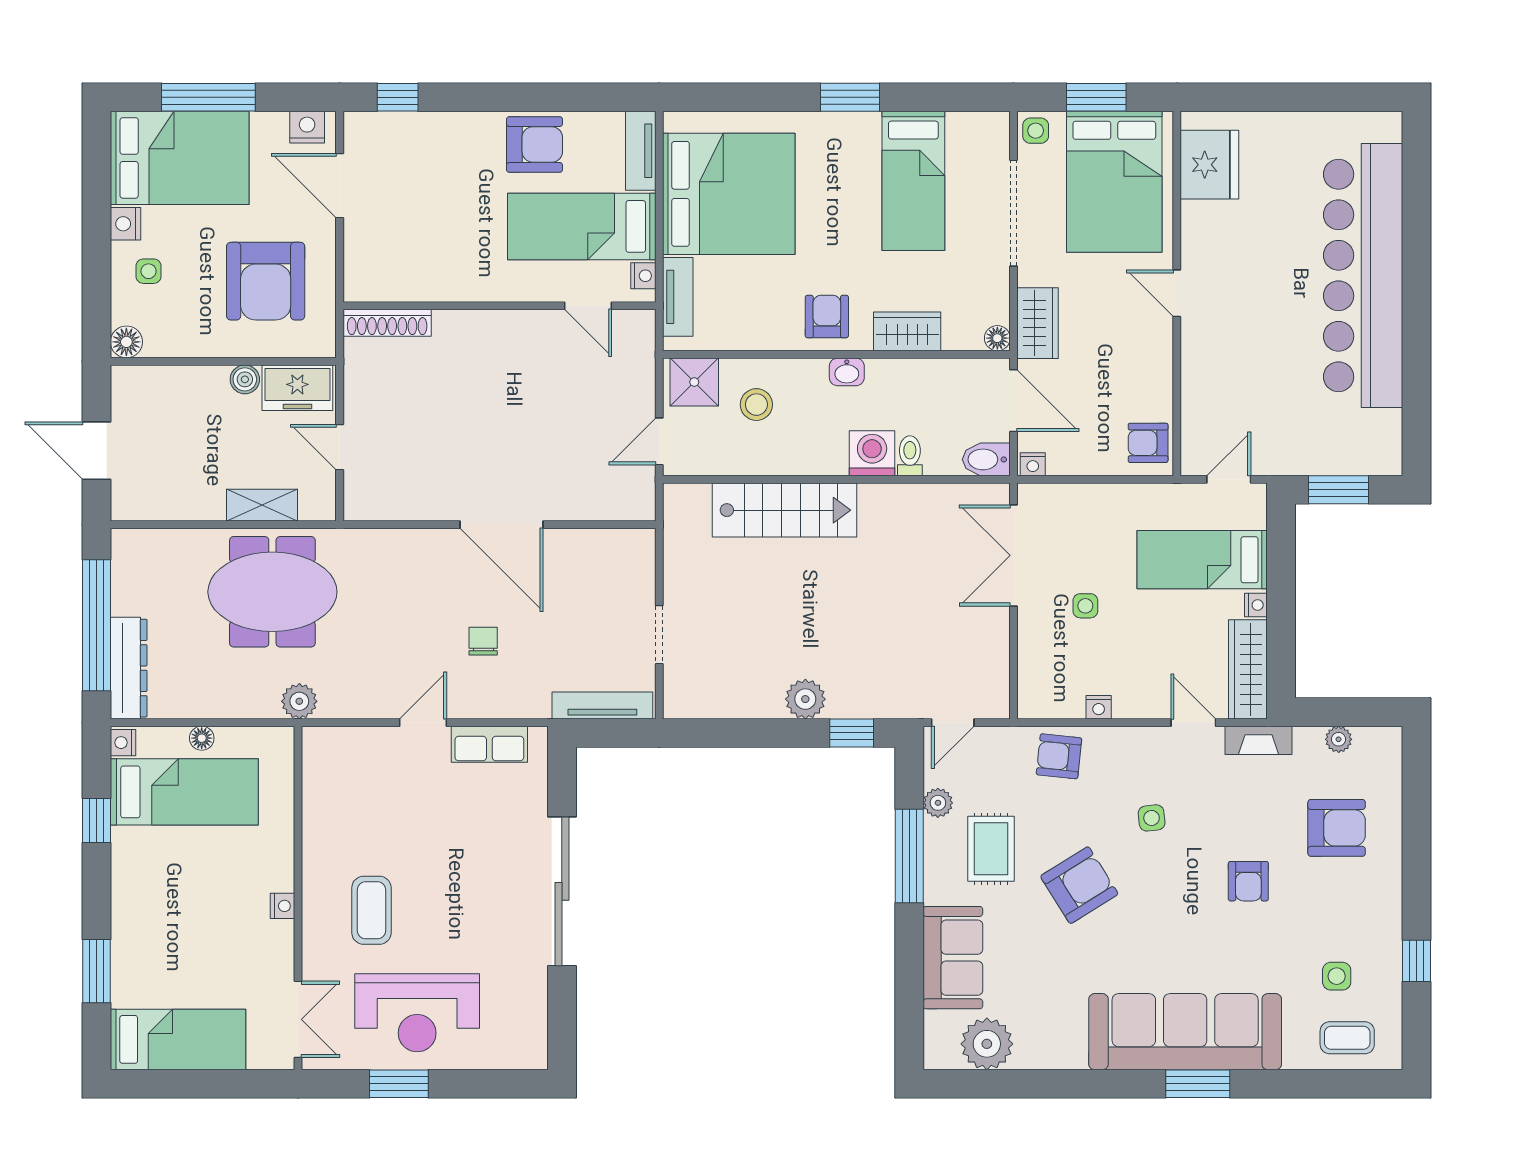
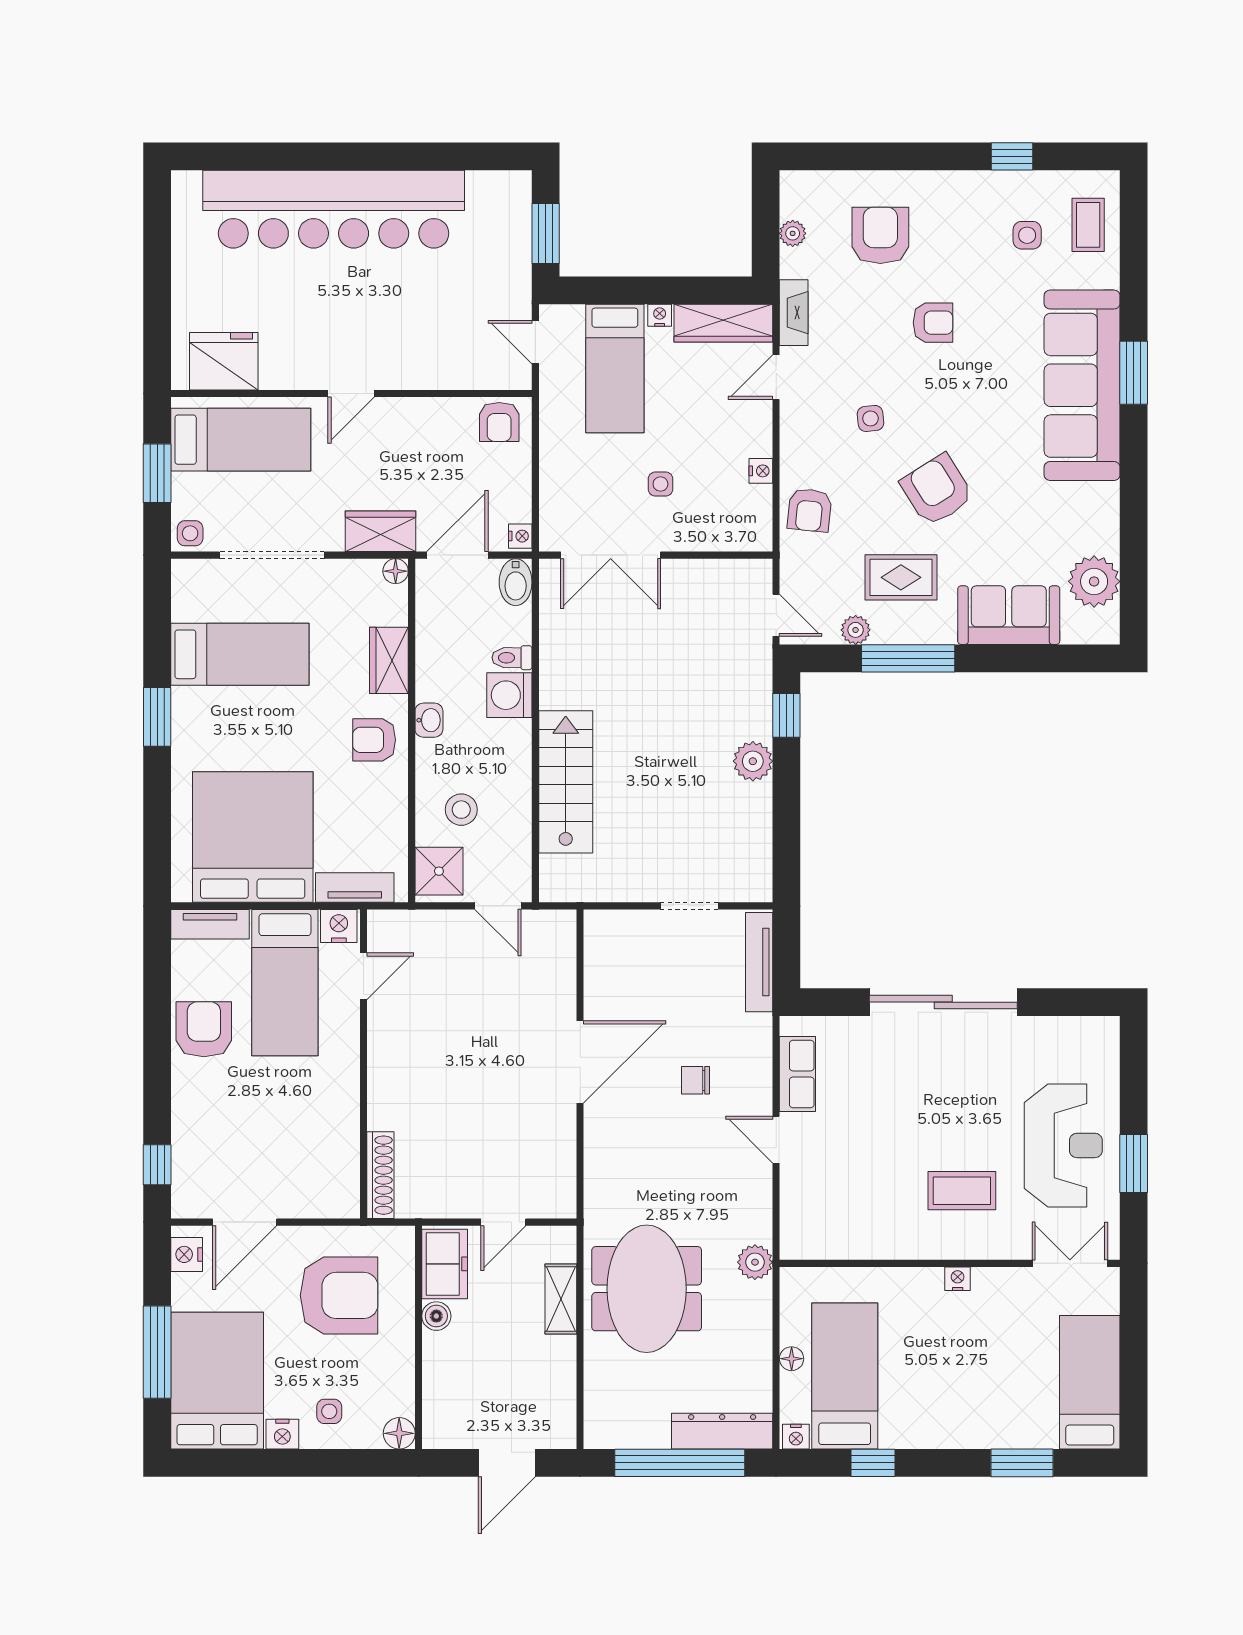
bed: (1114, 182) -> (241, 440), width x0.67
nightstand: (643, 276) -> (339, 926), width x1.39, depth x1.35

